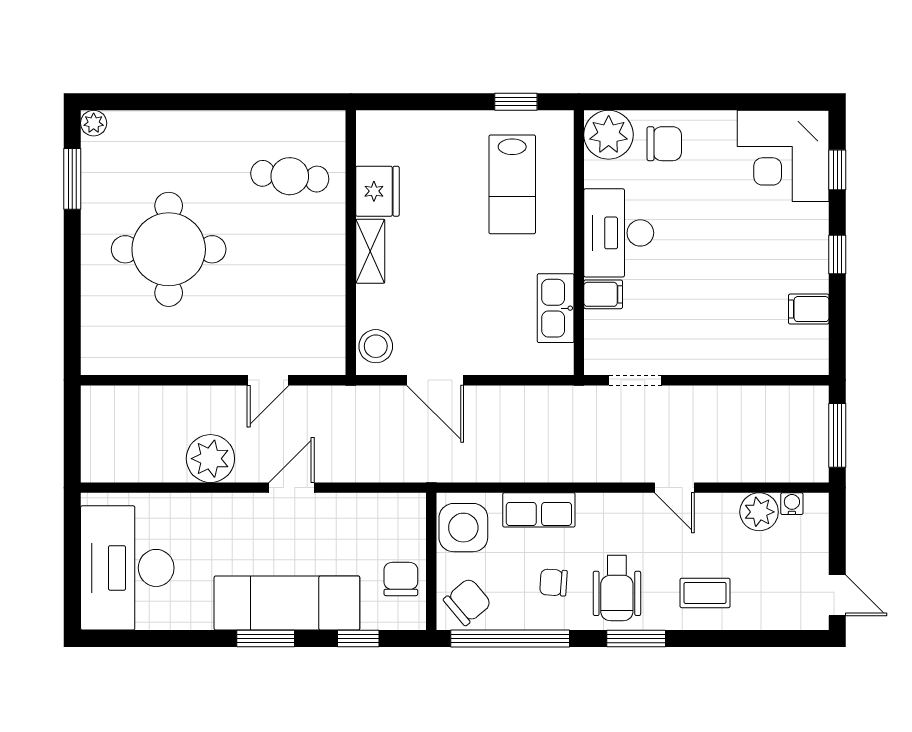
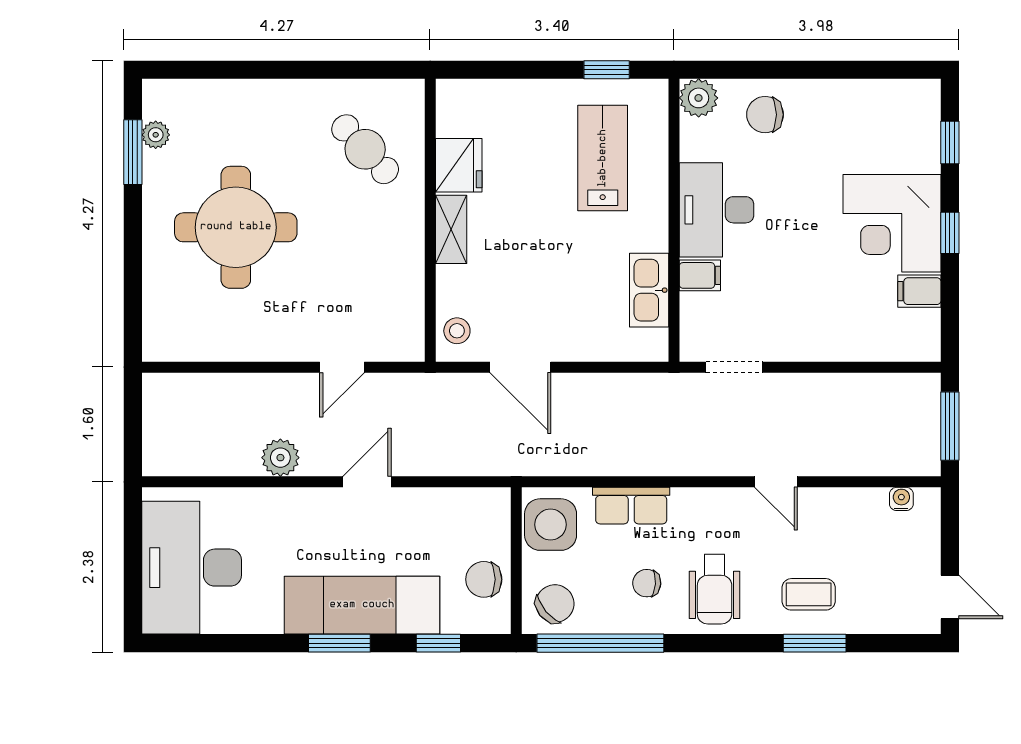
plant: (94, 123) -> (156, 135), moved
plant: (609, 135) -> (699, 98), width x0.73, depth x0.73
chair: (664, 144) -> (765, 115), turned 180
corner desk: (783, 156) -> (892, 223), moved
cafe table: (290, 176) -> (365, 149), turned 41
lab bench: (512, 184) -> (603, 158), turned 180
stool: (376, 346) -> (457, 331), width x0.73, depth x0.73
plant: (210, 459) -> (280, 458), width x0.73, depth x0.73
plant: (759, 512) -> (866, 508), removed
chair: (401, 579) -> (484, 579), turned -90
window: (636, 639) -> (815, 643), moved

